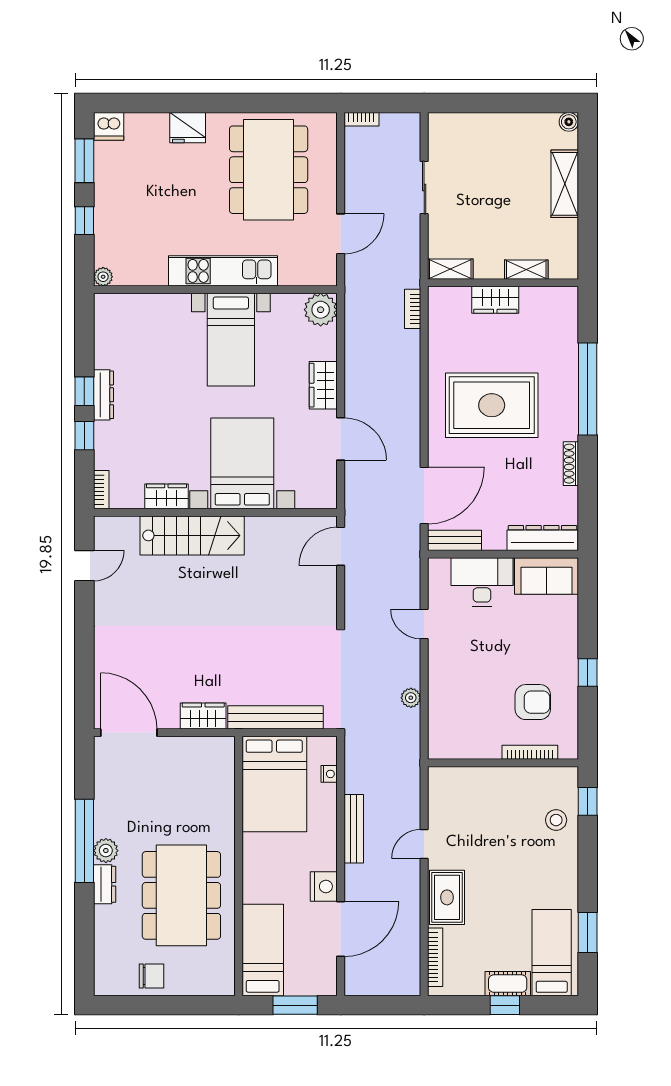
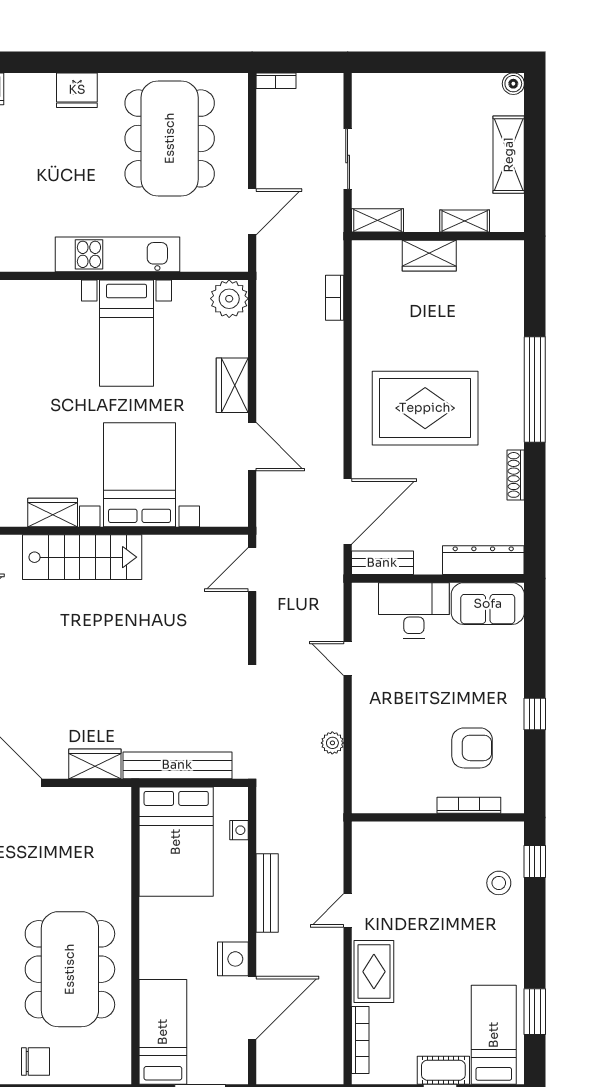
shelving: (450, 269) -> (378, 220), moved
shelving: (526, 270) -> (465, 221), moved
wall: (503, 283) -> (438, 236), moved
wardrobe: (495, 300) -> (429, 256), moved

